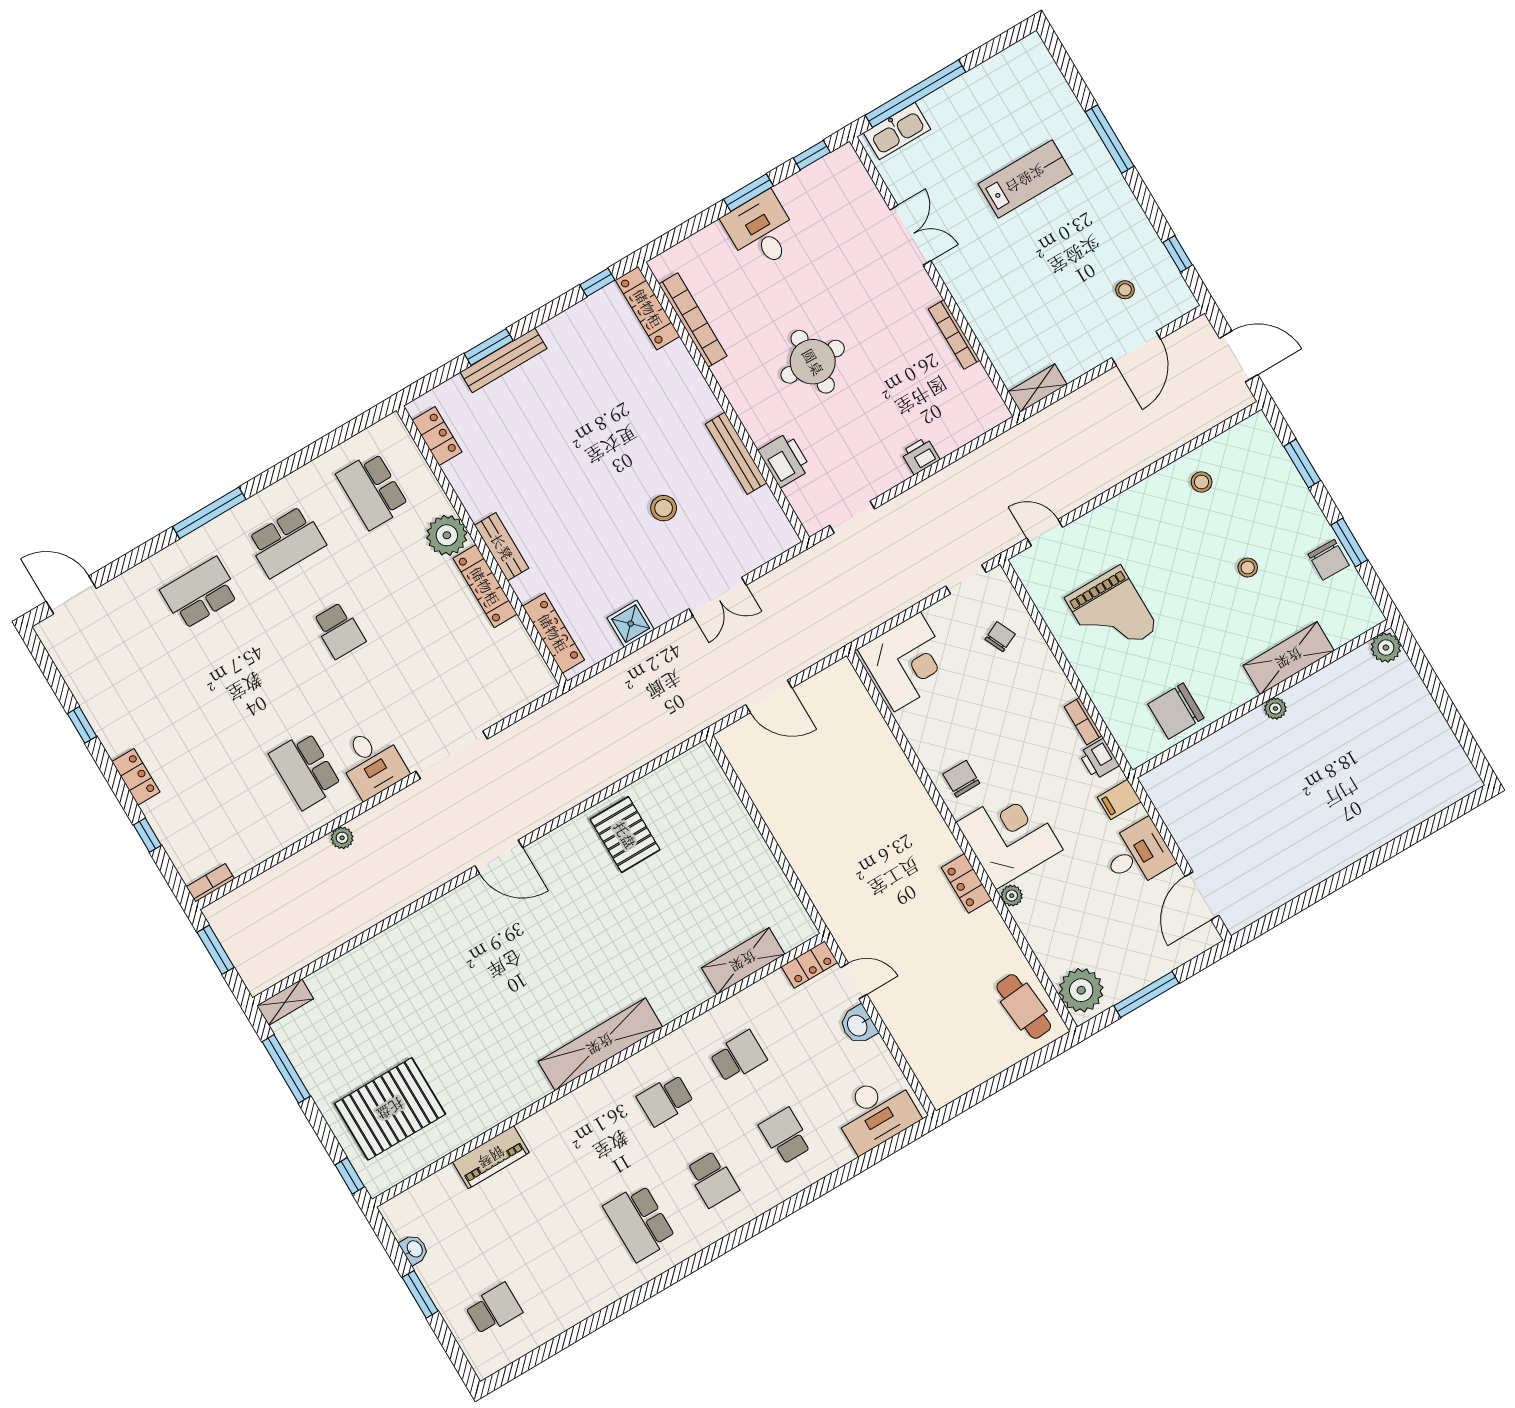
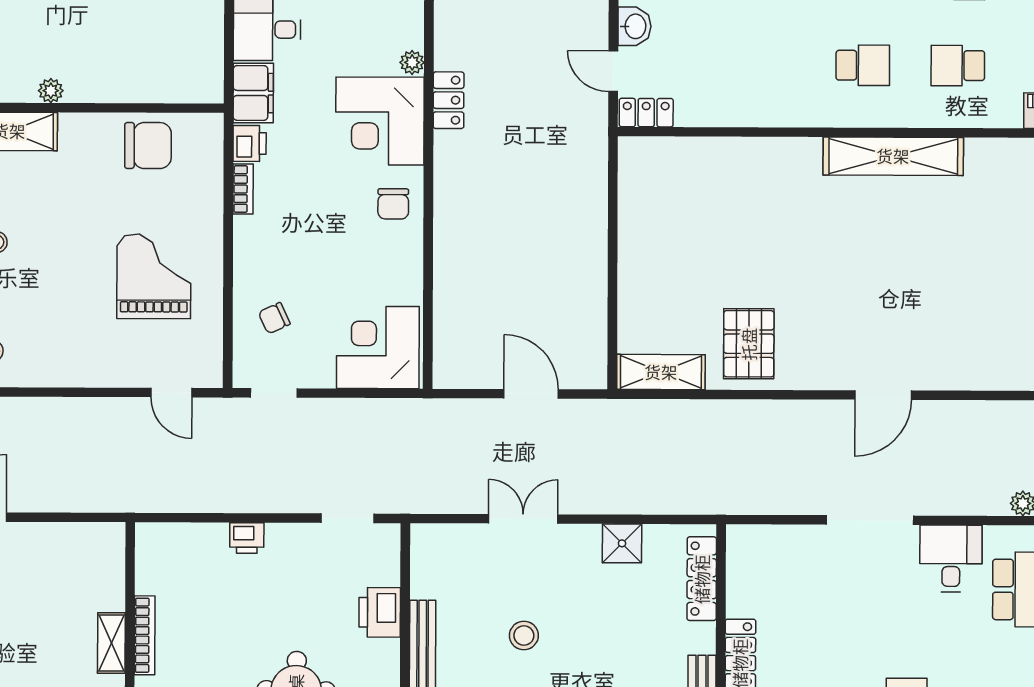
shelving: (1038, 388) -> (111, 643), moved, turned 90
filing cabinet: (1119, 799) -> (253, 93), width x2.00
door: (499, 857) -> (883, 395), swing flipped
shelving: (743, 961) -> (661, 372), moved
school desk: (738, 1057) -> (958, 66), moved

